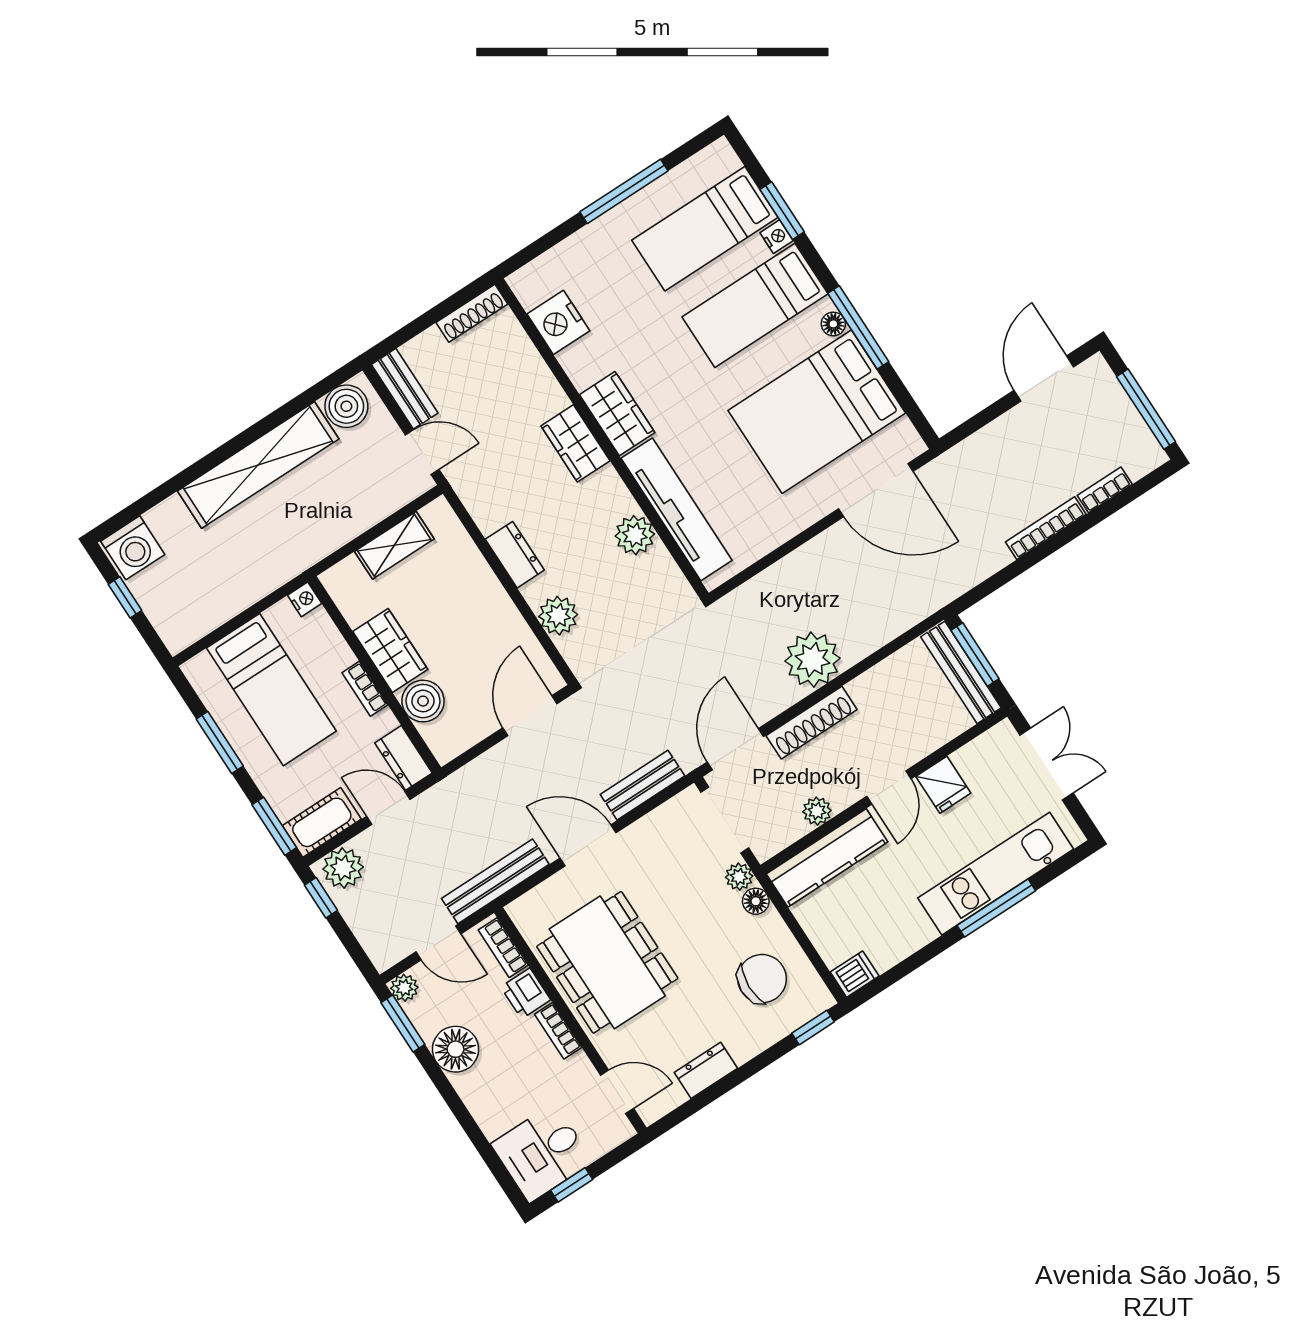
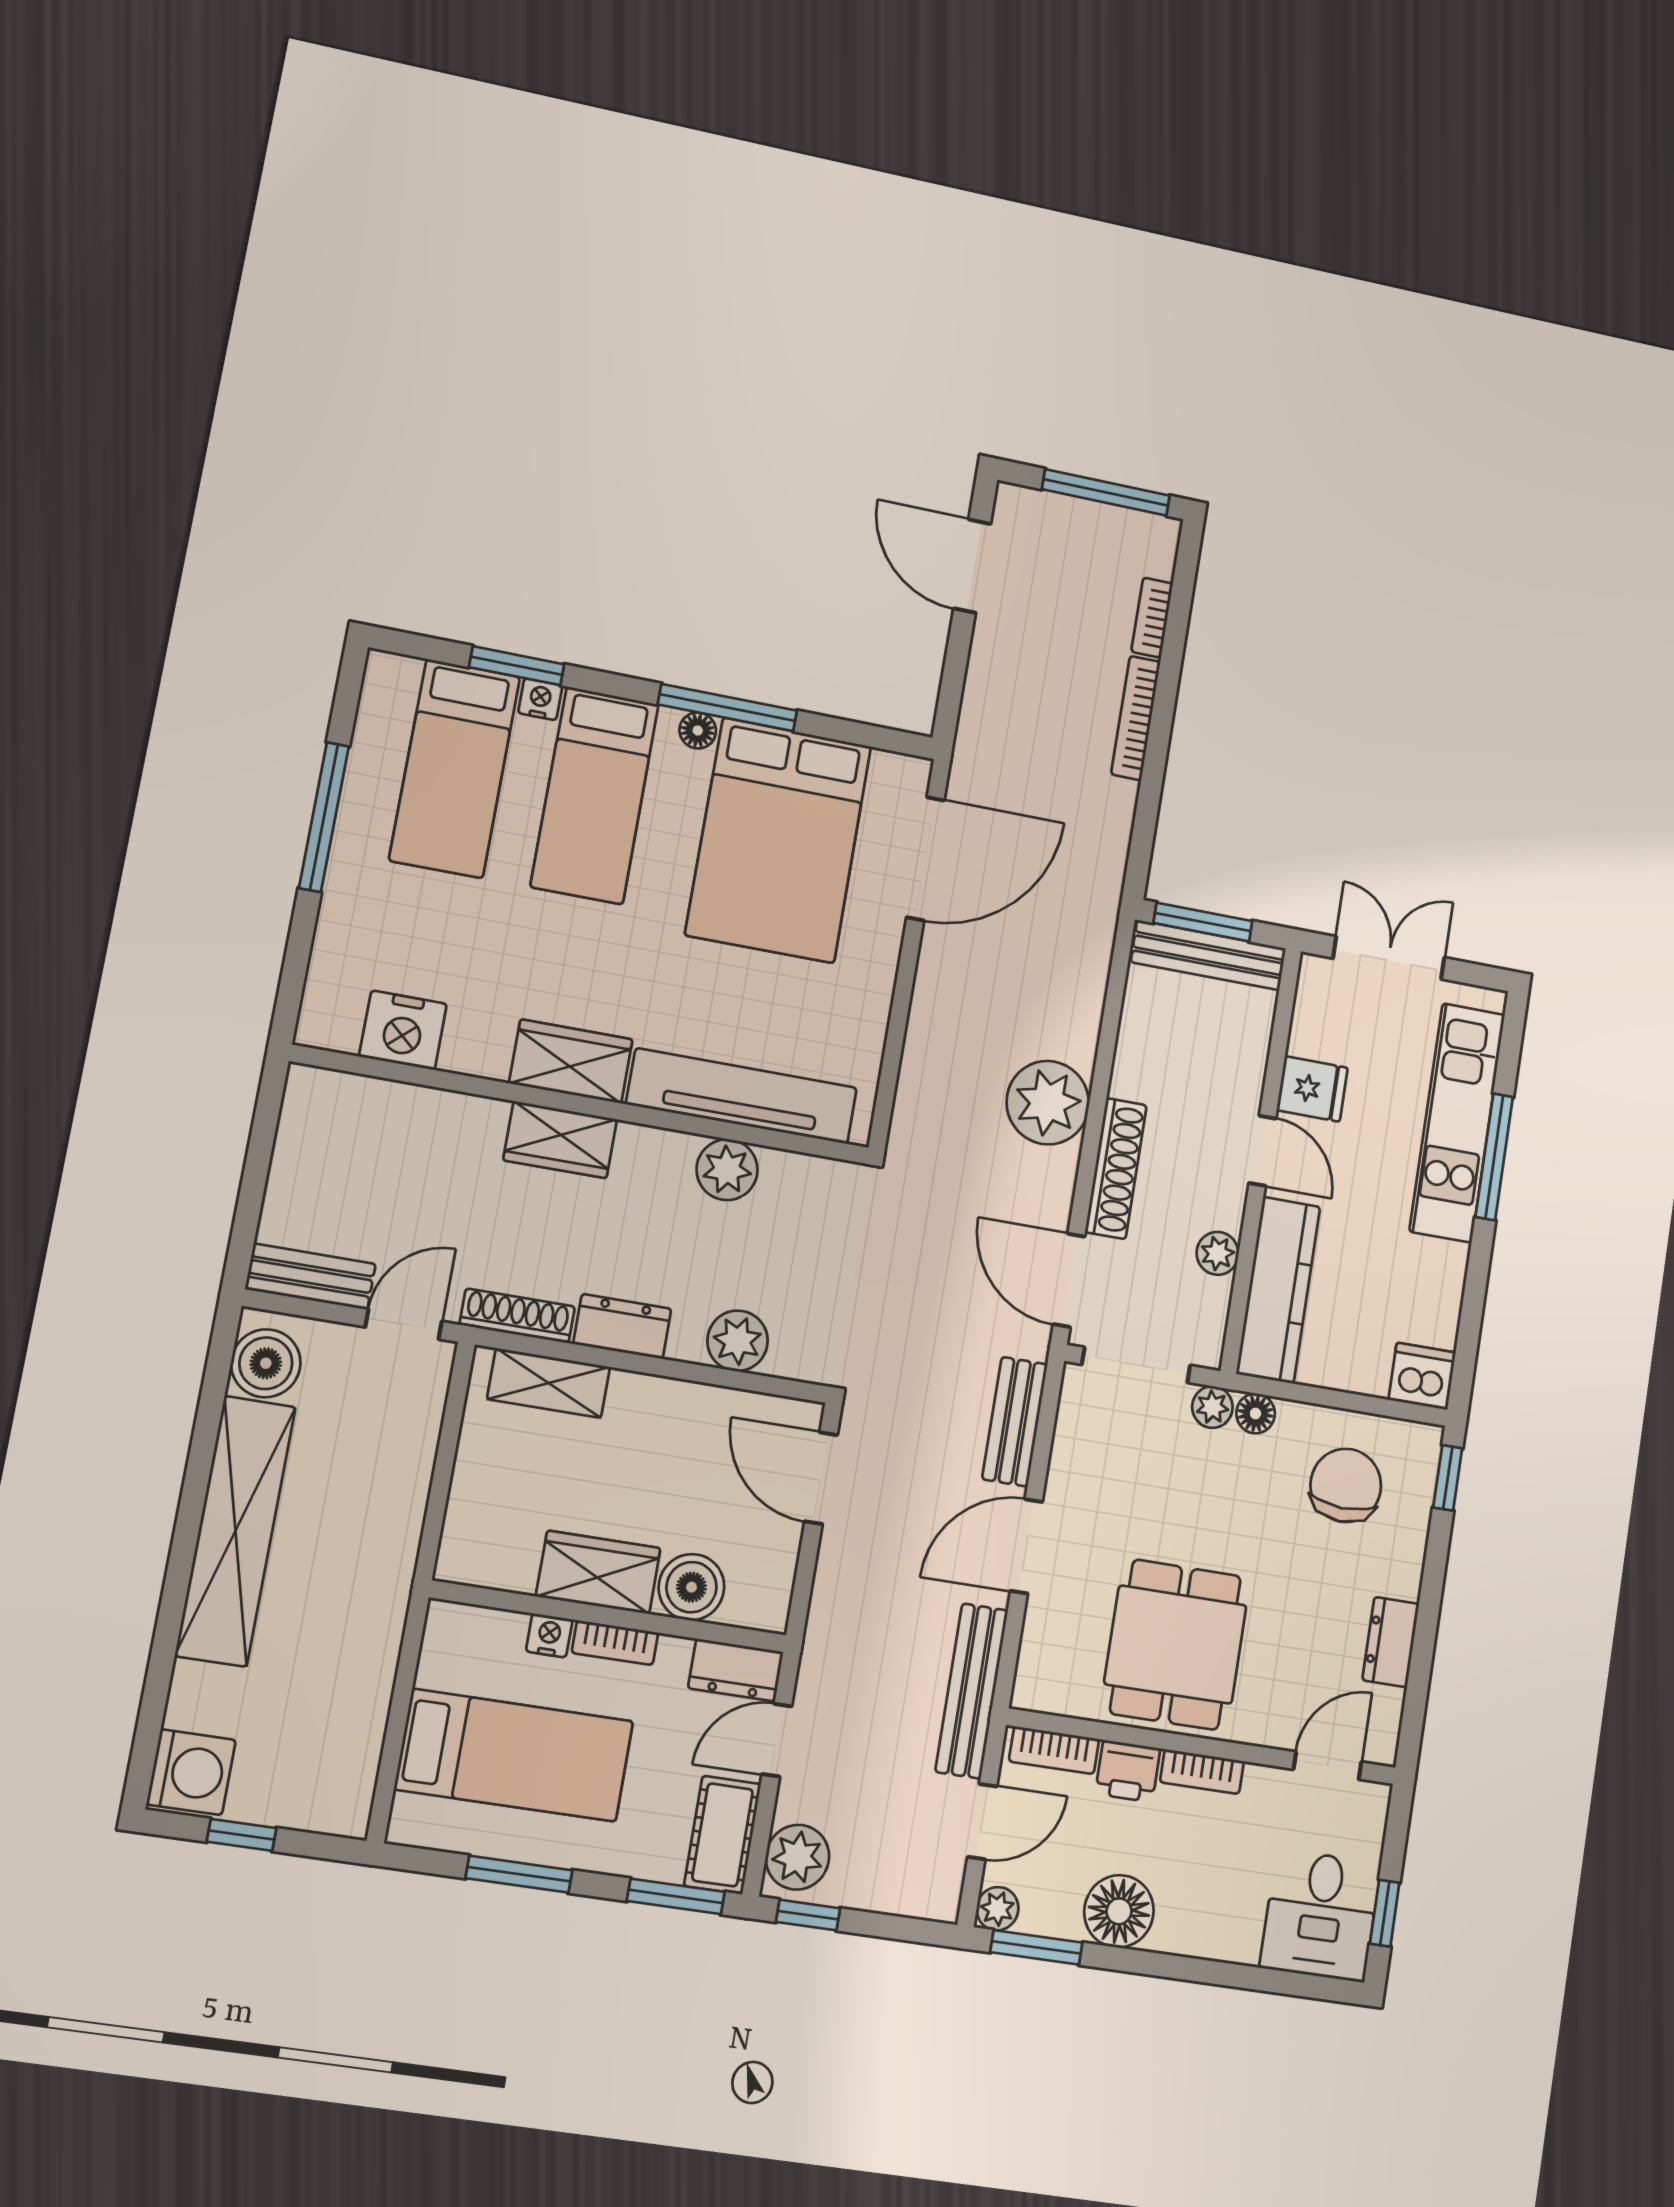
shoe rack: (472, 313) -> (517, 1316), moved, turned -90
shelving: (394, 545) -> (549, 1383), moved, turned 90
nightstand: (305, 599) -> (549, 1635), moved
dining table: (607, 962) -> (1175, 1645), width x0.73
dishwasher: (855, 974) -> (1422, 1376), width x1.38

